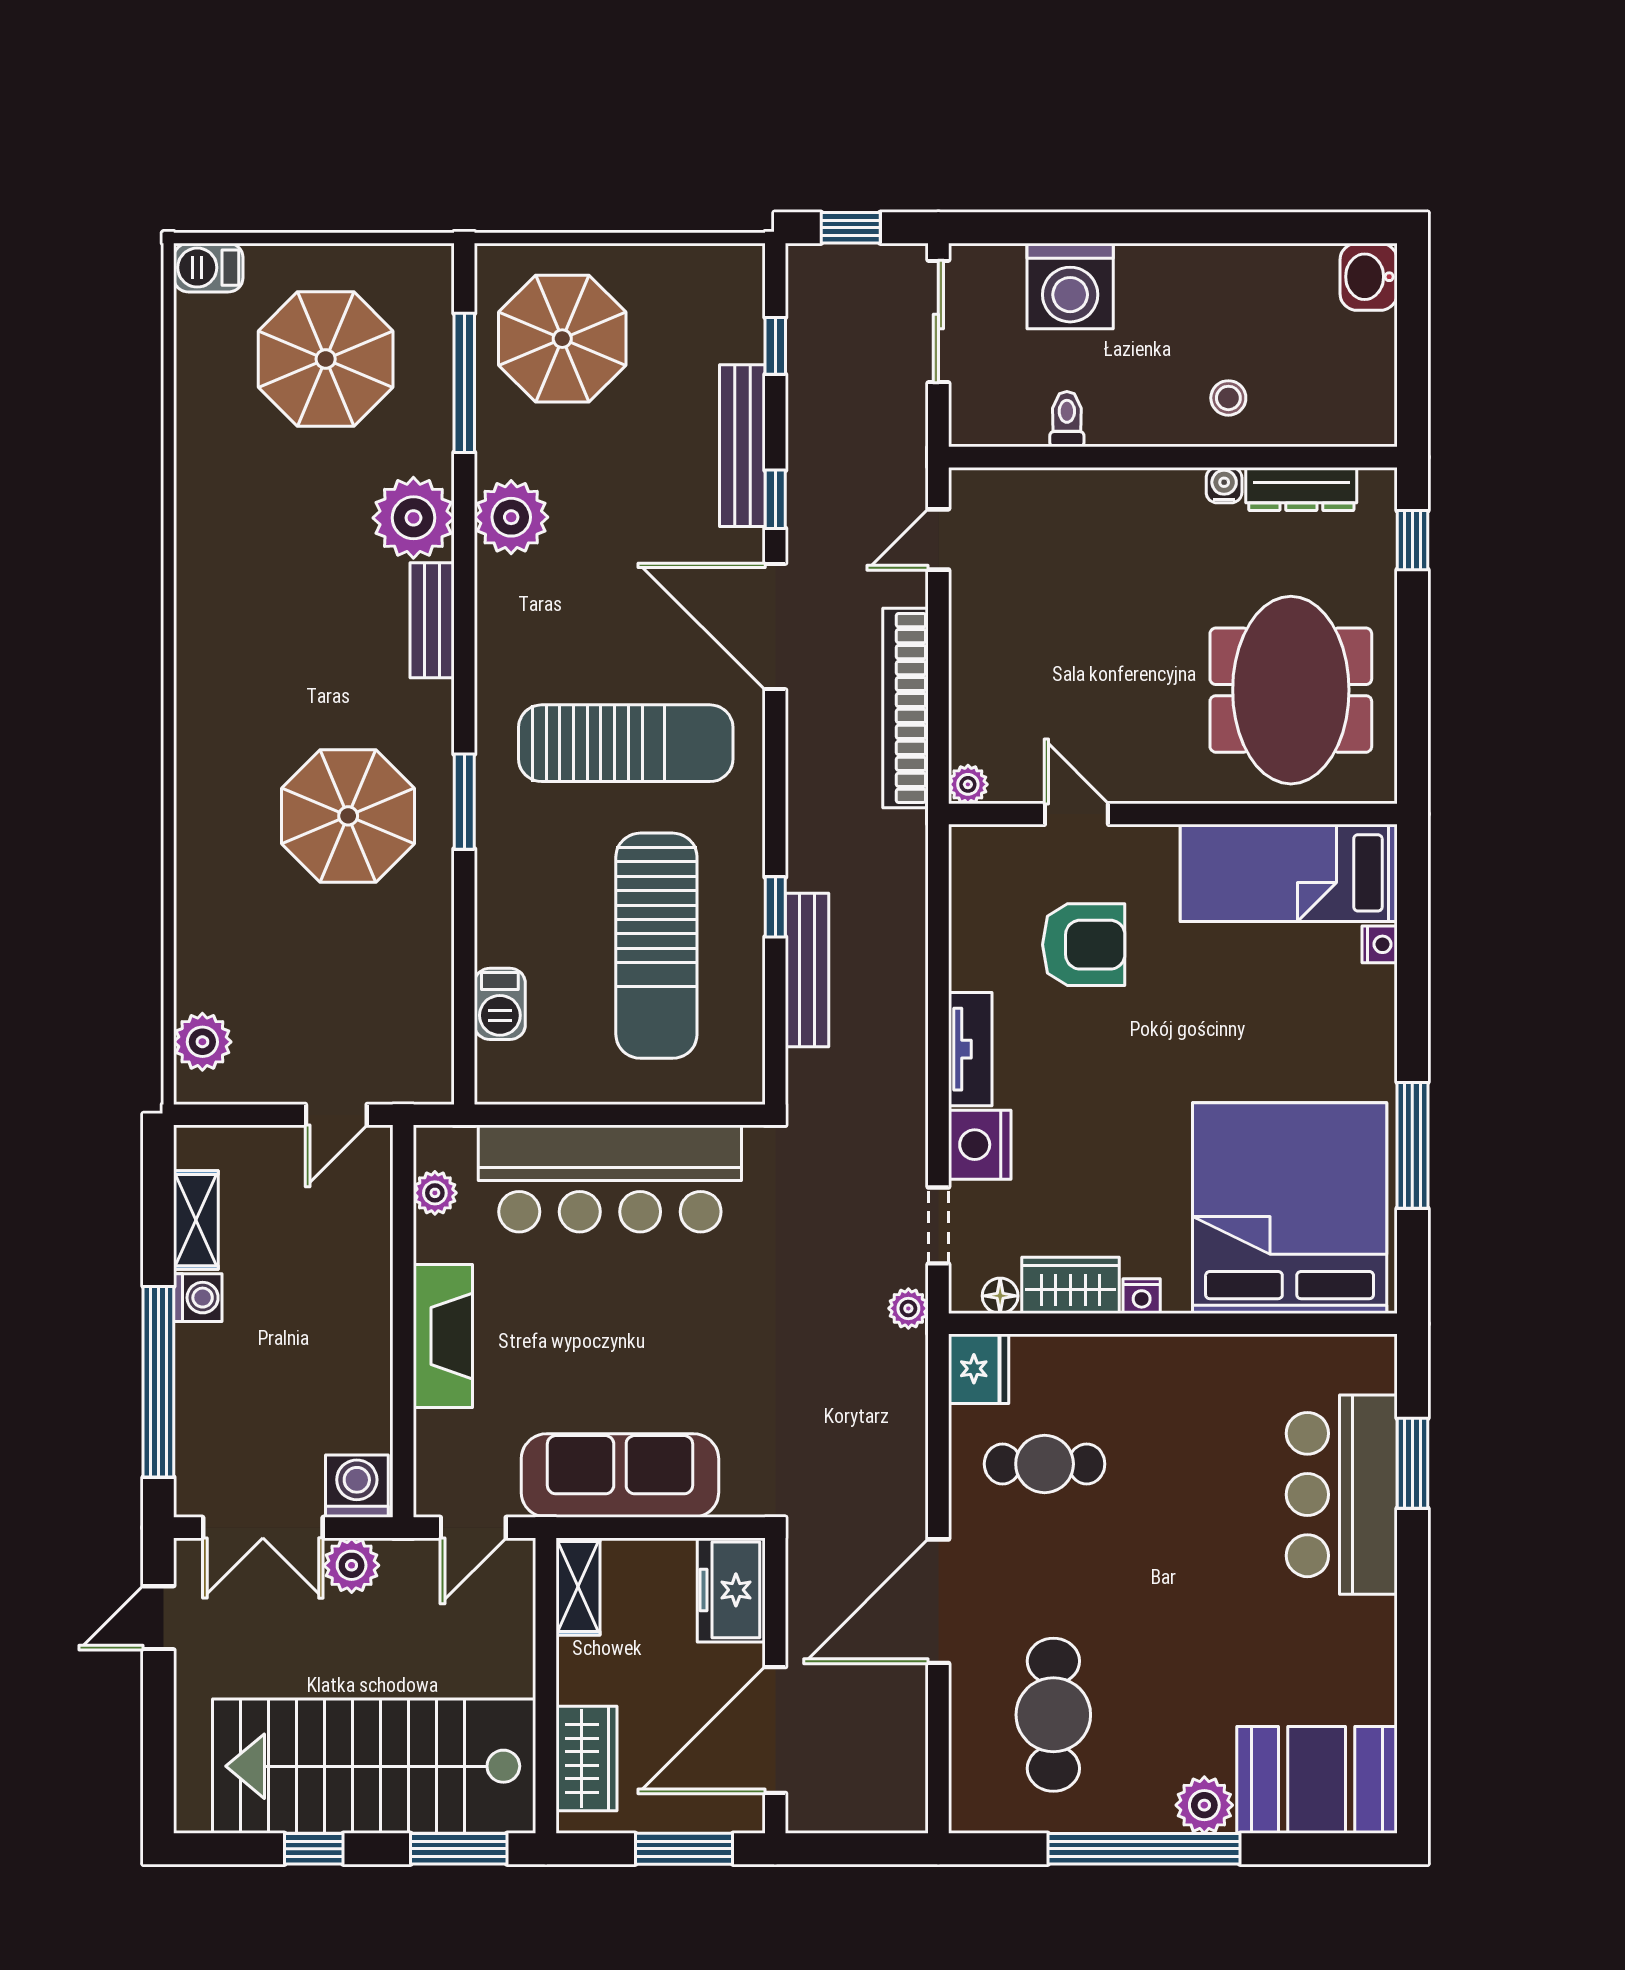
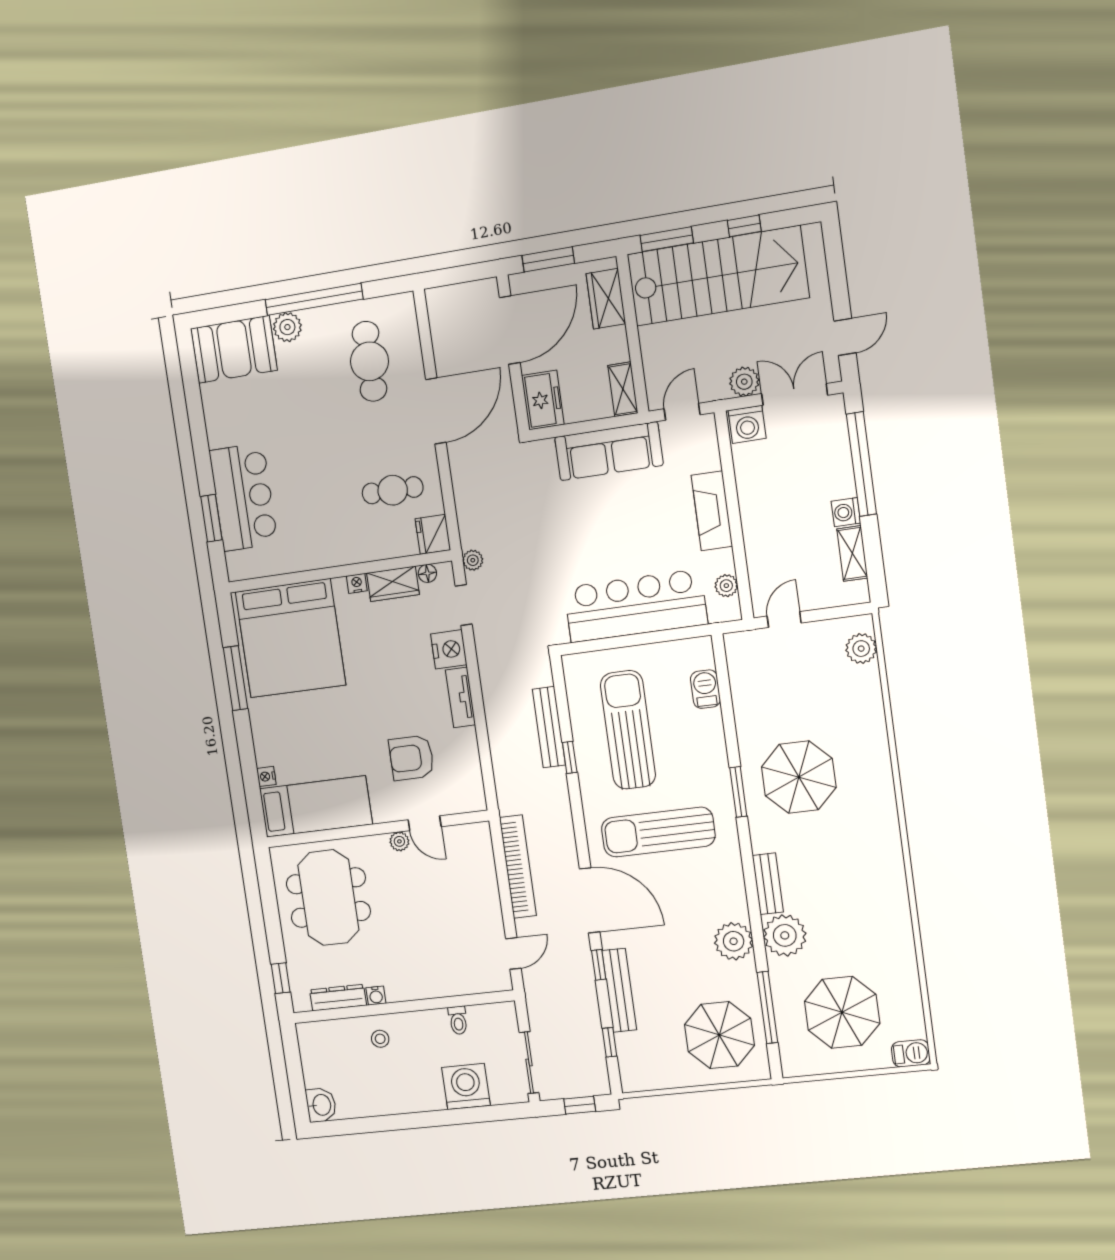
plant: (968, 784) -> (399, 841), moved

